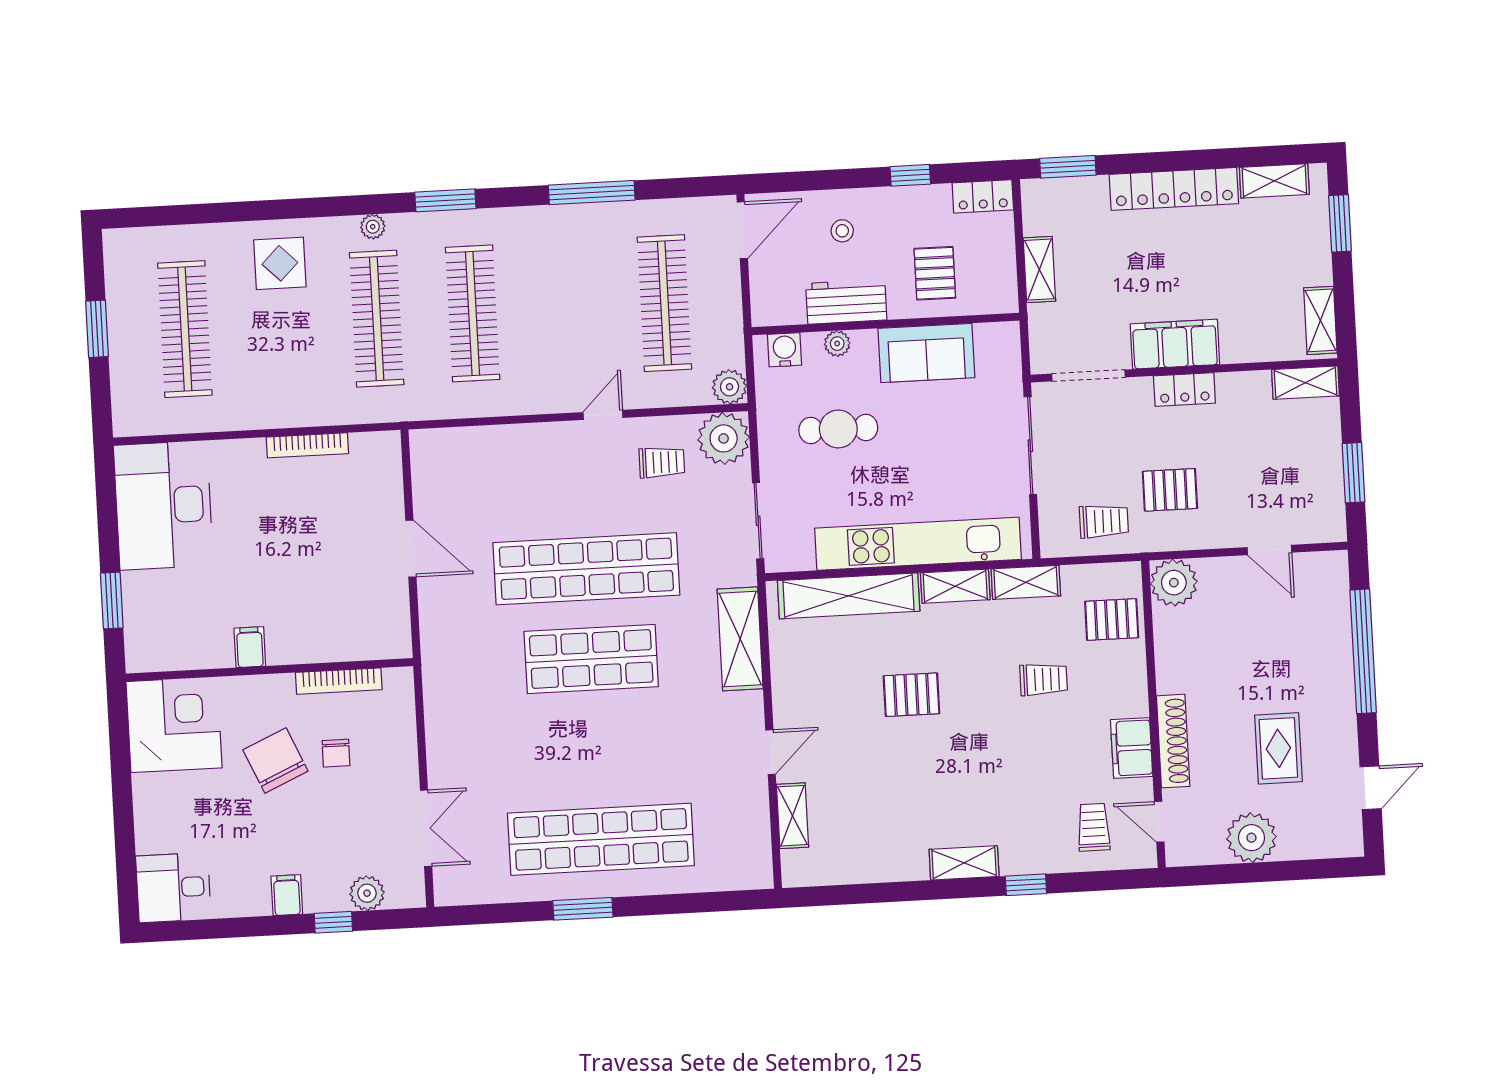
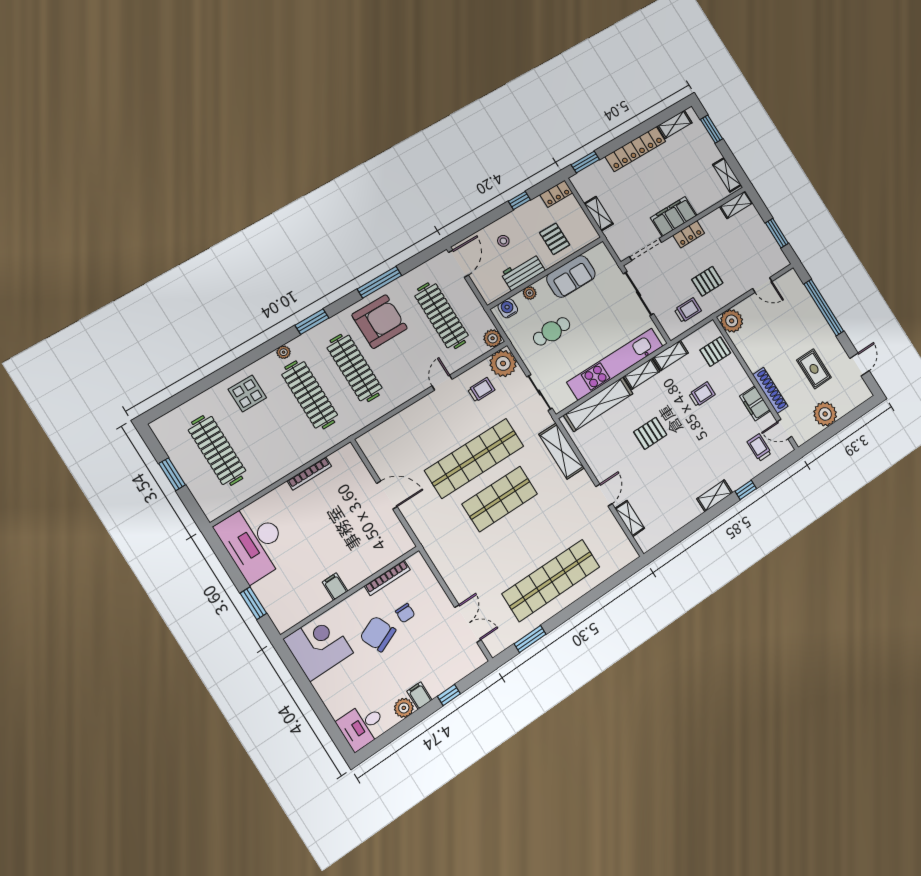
armchair: (556, 258) -> (380, 322), added
plant: (367, 893) -> (404, 708), moved
window: (583, 909) -> (530, 639), moved

